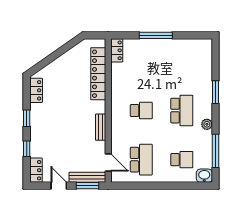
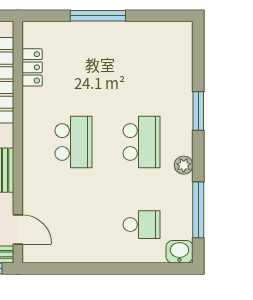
locker: (117, 50) -> (32, 67), moved
school desk: (141, 111) -> (74, 142), width x1.85
school desk: (141, 160) -> (74, 225), removed

